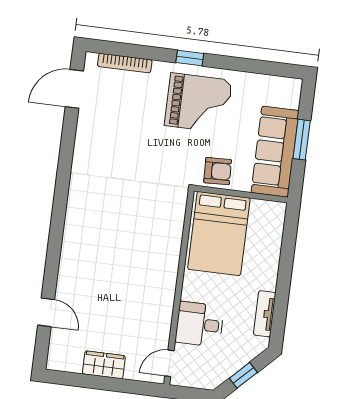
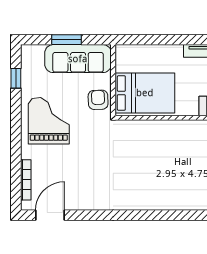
window: (190, 58) -> (16, 78), moved
door: (74, 89) -> (50, 215), swing flipped

